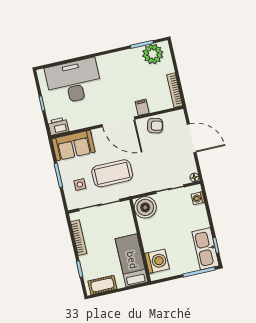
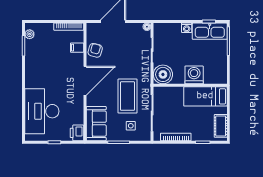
plant: (153, 54) -> (30, 34), width x0.53, depth x0.53
filing cabinet: (142, 107) -> (77, 48), moved
washing machine: (198, 198) -> (187, 28), moved
washing machine: (157, 261) -> (194, 75), moved

